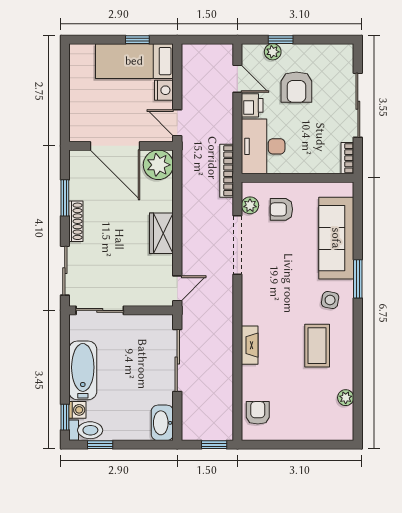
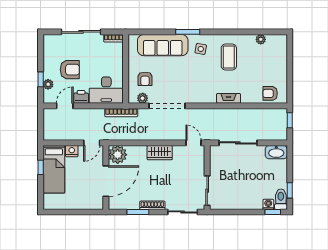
coffee table: (317, 346) -> (229, 57), turned 90
bathtub: (83, 370) -> (244, 201), removed

